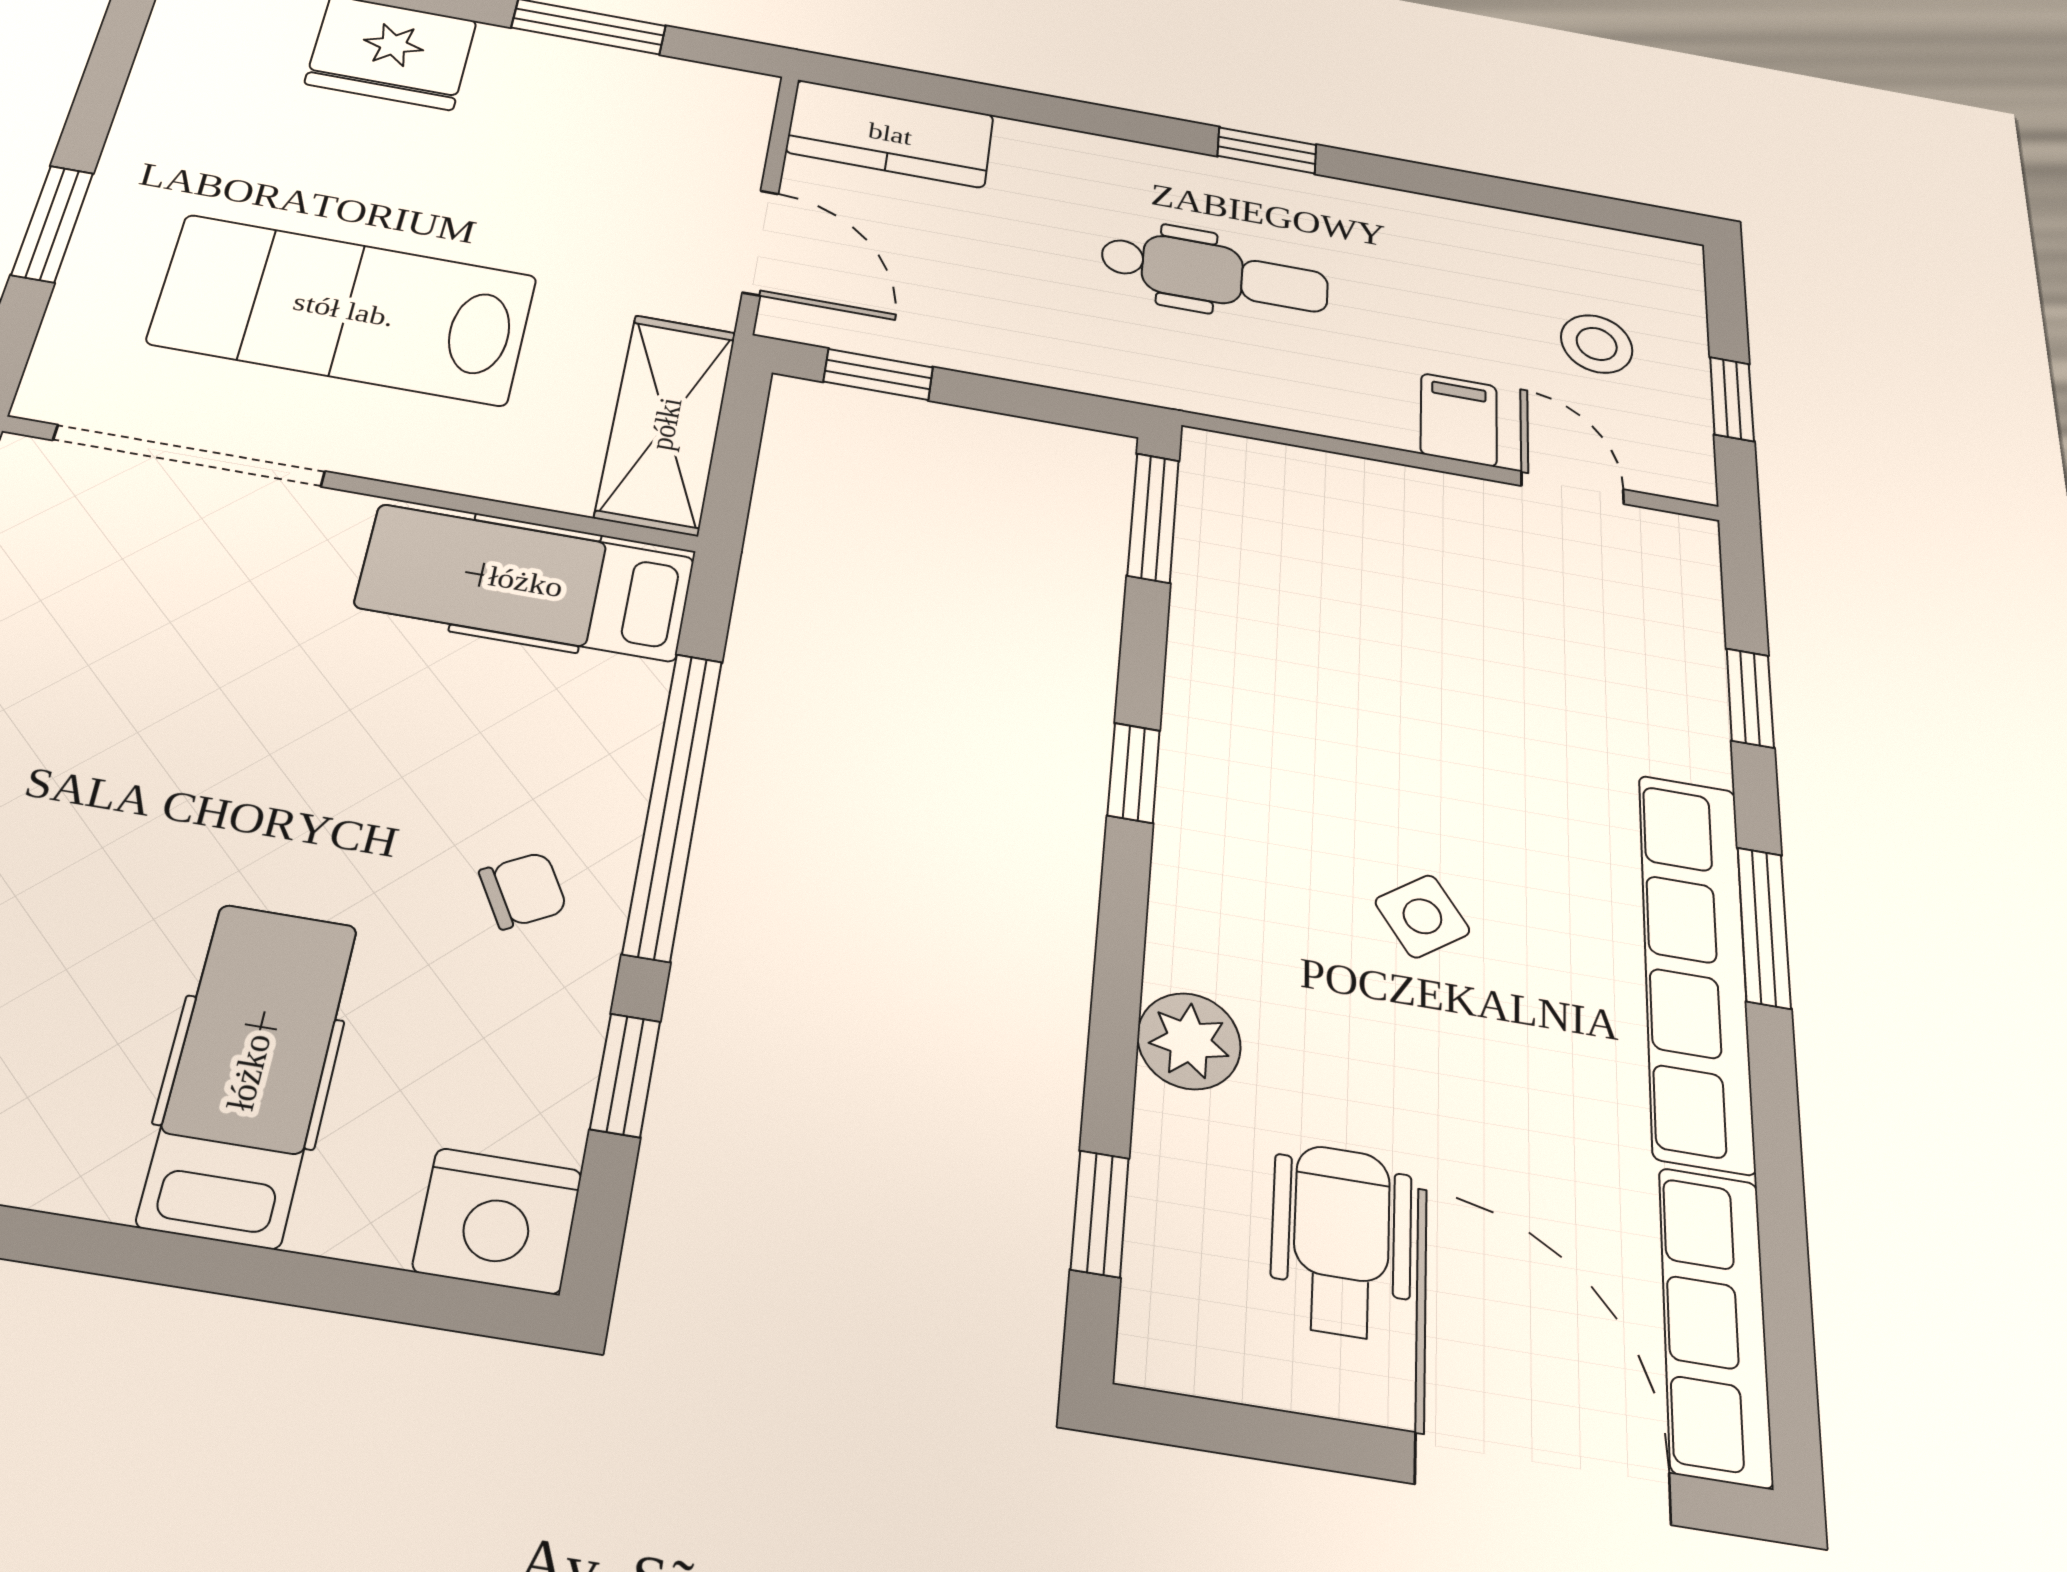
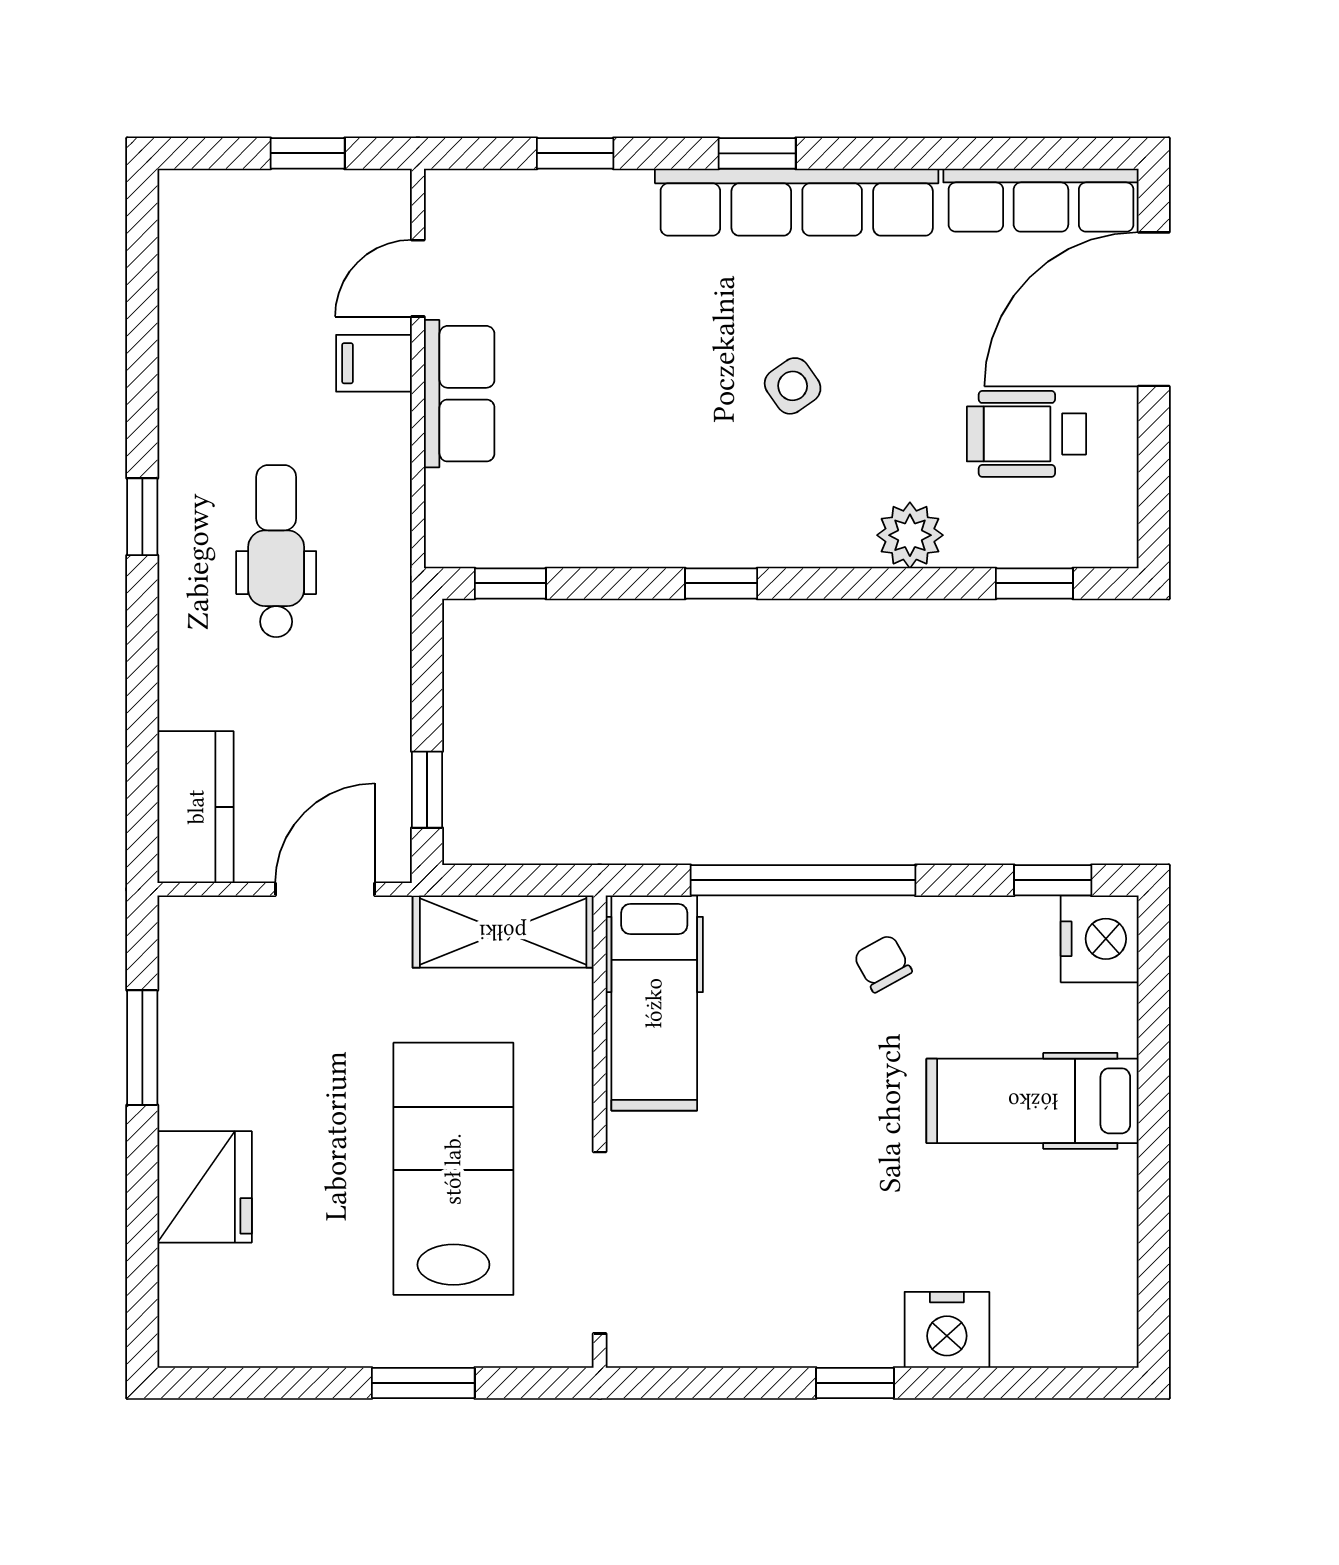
lab bench: (344, 310) -> (453, 1169), turned 180
stool: (1597, 344) -> (278, 257), removed
row of seats: (1417, 506) -> (459, 394), added
window: (1153, 518) -> (510, 583), width x0.67
window: (1764, 927) -> (757, 153), width x0.67
window: (625, 1075) -> (1053, 880), moved

